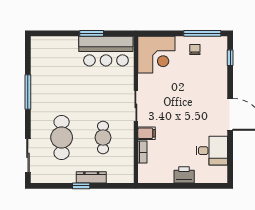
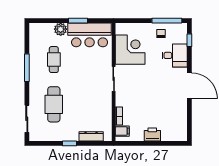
plant: (70, 44) -> (61, 29), added
corner desk: (156, 55) -> (130, 50), moved, turned -90
filing cabinet: (147, 133) -> (122, 131), moved
cafe table: (103, 137) -> (54, 60), moved
desk: (212, 151) -> (175, 55), moved
dresser: (91, 177) -> (91, 136), moved

